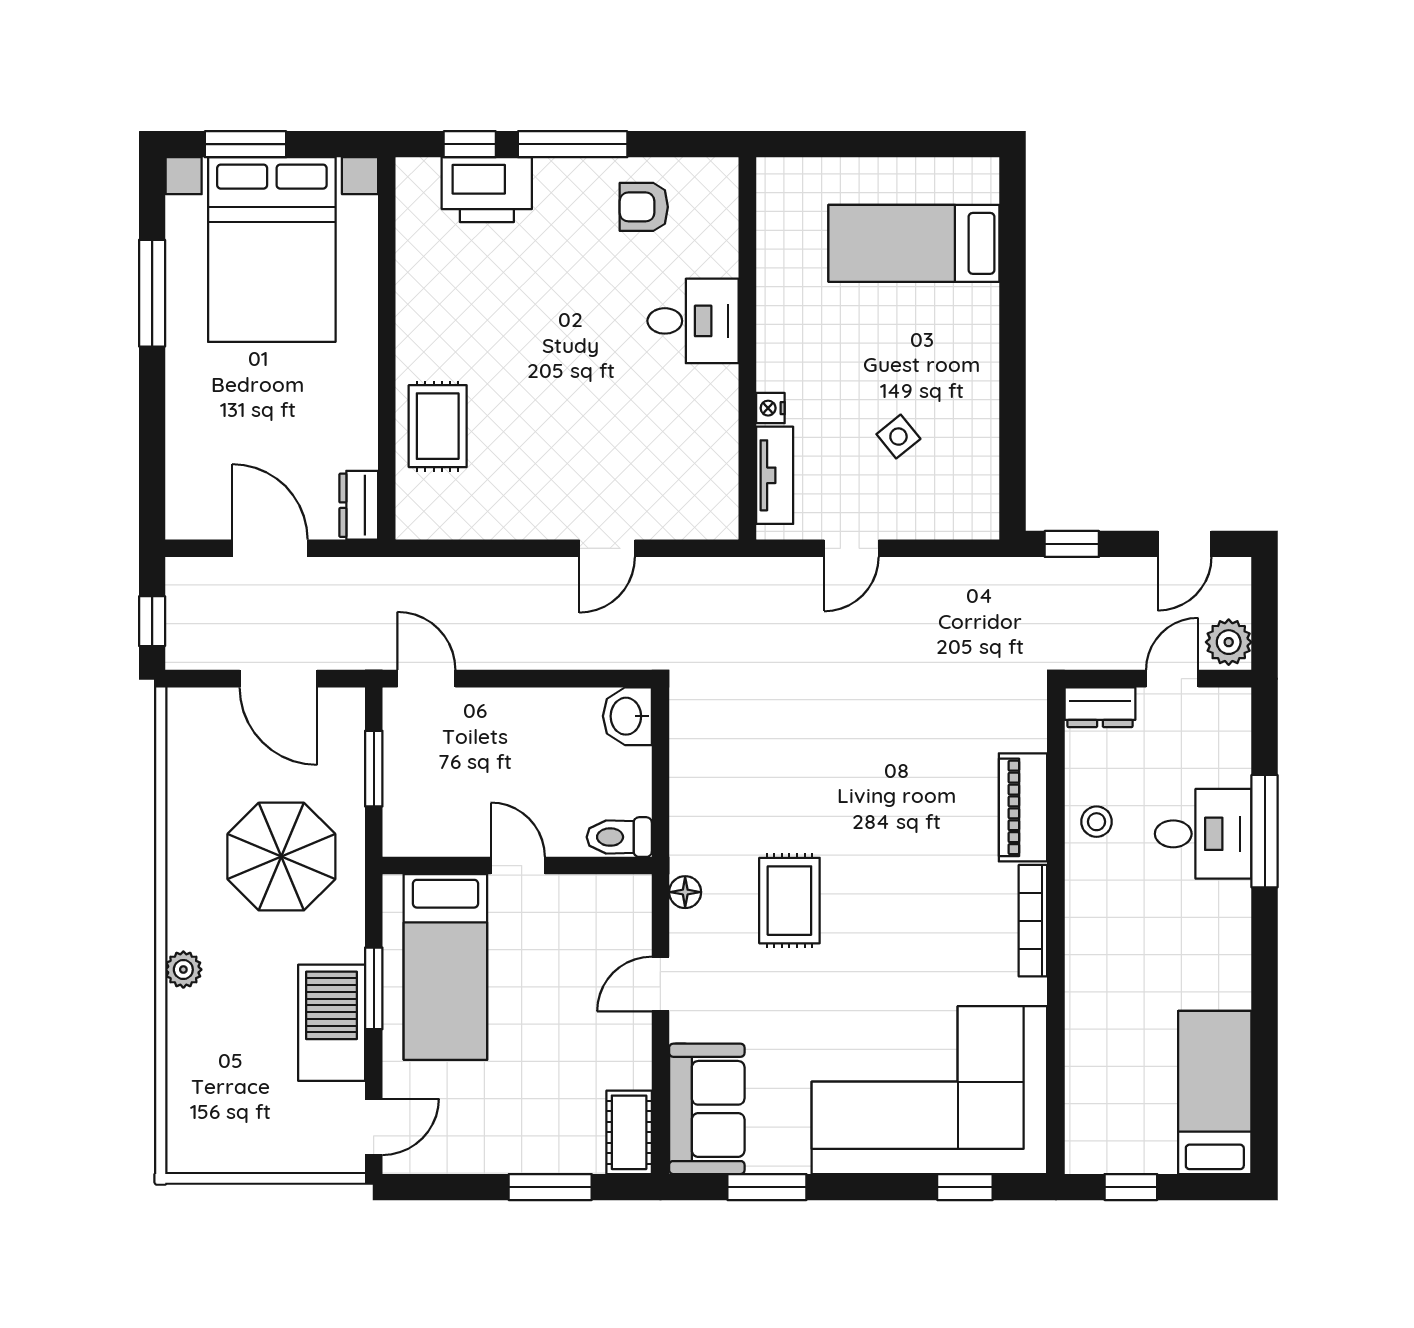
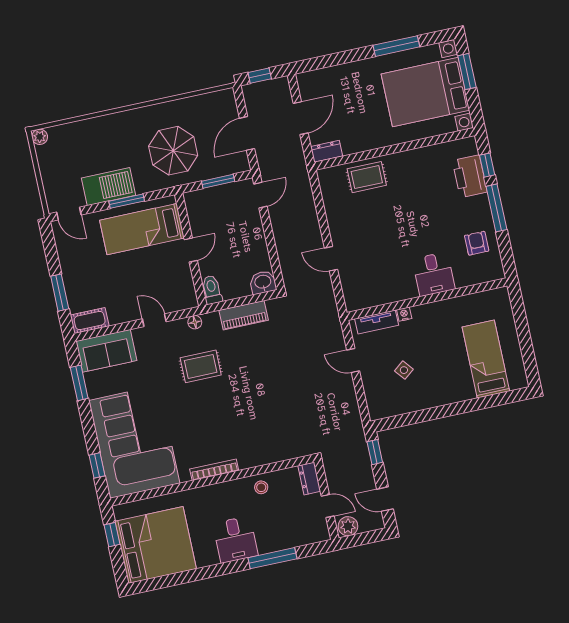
piano: (1023, 807) -> (244, 315), moved, turned 180
desk: (1203, 834) -> (235, 539), moved
plant: (183, 970) -> (40, 137), moved
bed: (1215, 1092) -> (156, 545), width x2.04

